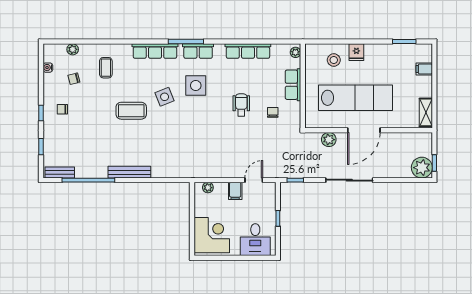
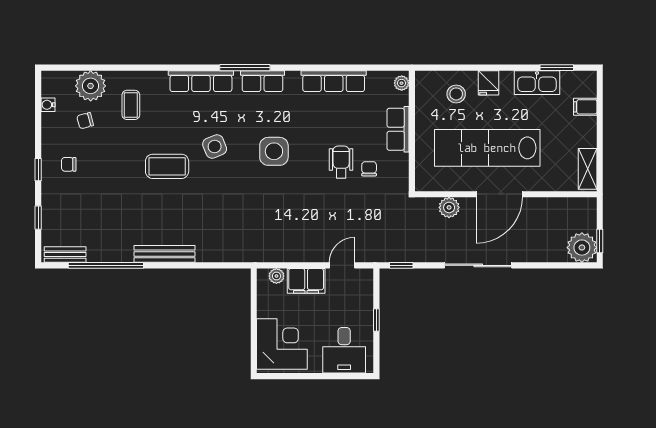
plant: (73, 49) -> (91, 86), width x1.87, depth x1.87
kitchen sink: (390, 52) -> (537, 83), added
side table: (196, 85) -> (274, 151), moved
lab bench: (356, 98) -> (487, 148), turned 180
wheelchair: (241, 105) -> (341, 162), moved
filing cabinet: (235, 191) -> (306, 281), width x2.00

